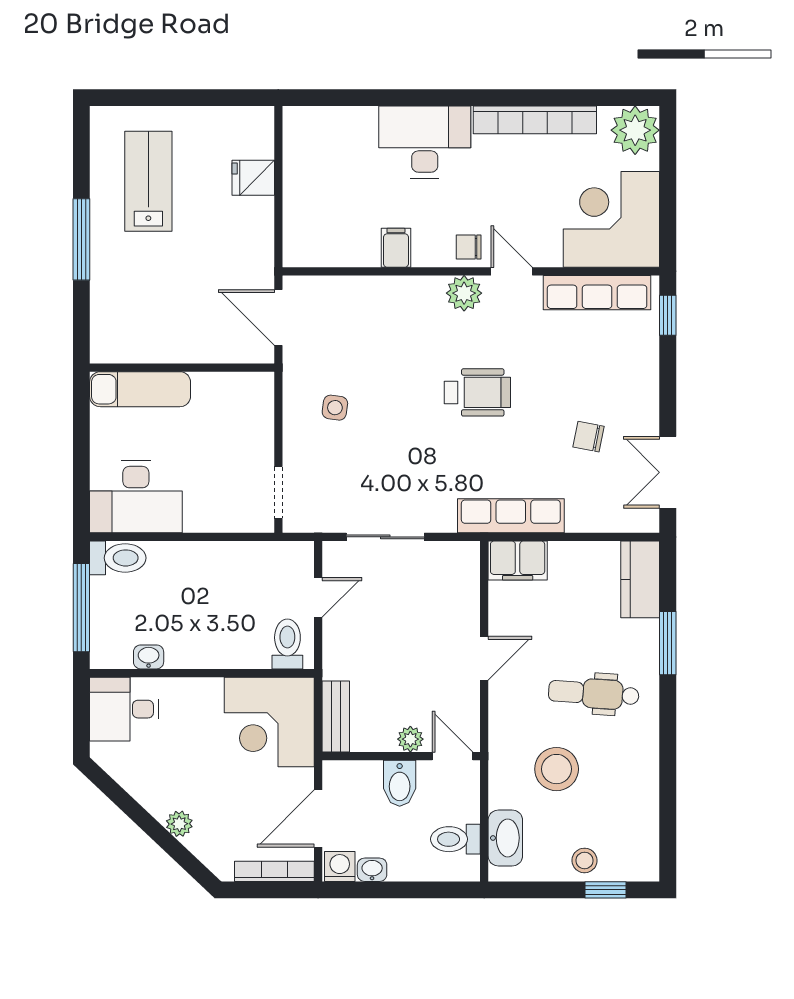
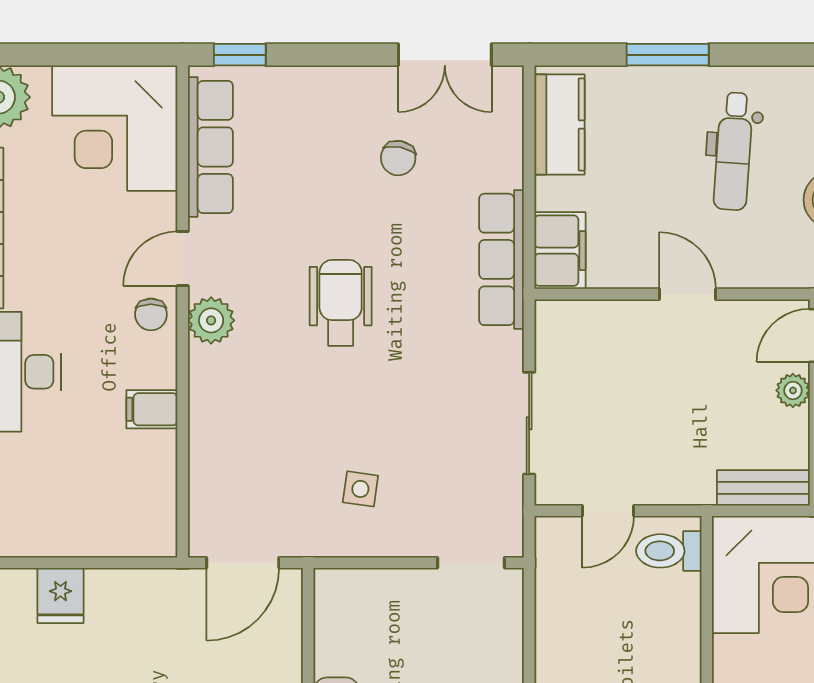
kitchen counter: (640, 579) -> (559, 125), moved, turned -90
door: (318, 597) -> (608, 511), swing flipped

